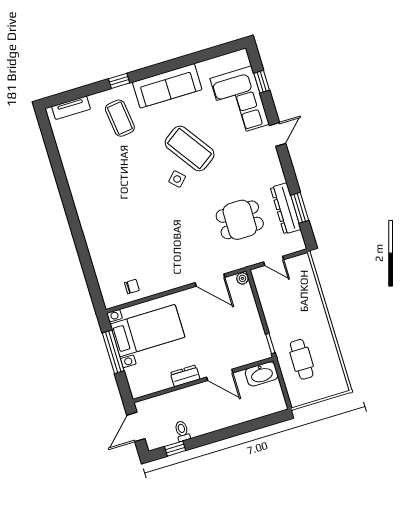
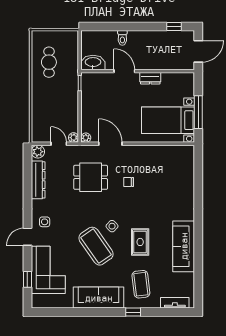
side table: (262, 159) -> (45, 222), added
rug: (137, 170) -> (140, 242), added
sofa: (81, 181) -> (184, 246), added
window: (300, 208) -> (27, 177), removed
dining table: (240, 220) -> (91, 177), moved
plant: (296, 243) -> (38, 152), added
plant: (258, 274) -> (73, 138), added
chair: (132, 287) -> (129, 182), moved
cafe table: (302, 359) -> (49, 62), moved
toilet: (182, 431) -> (122, 38), moved

